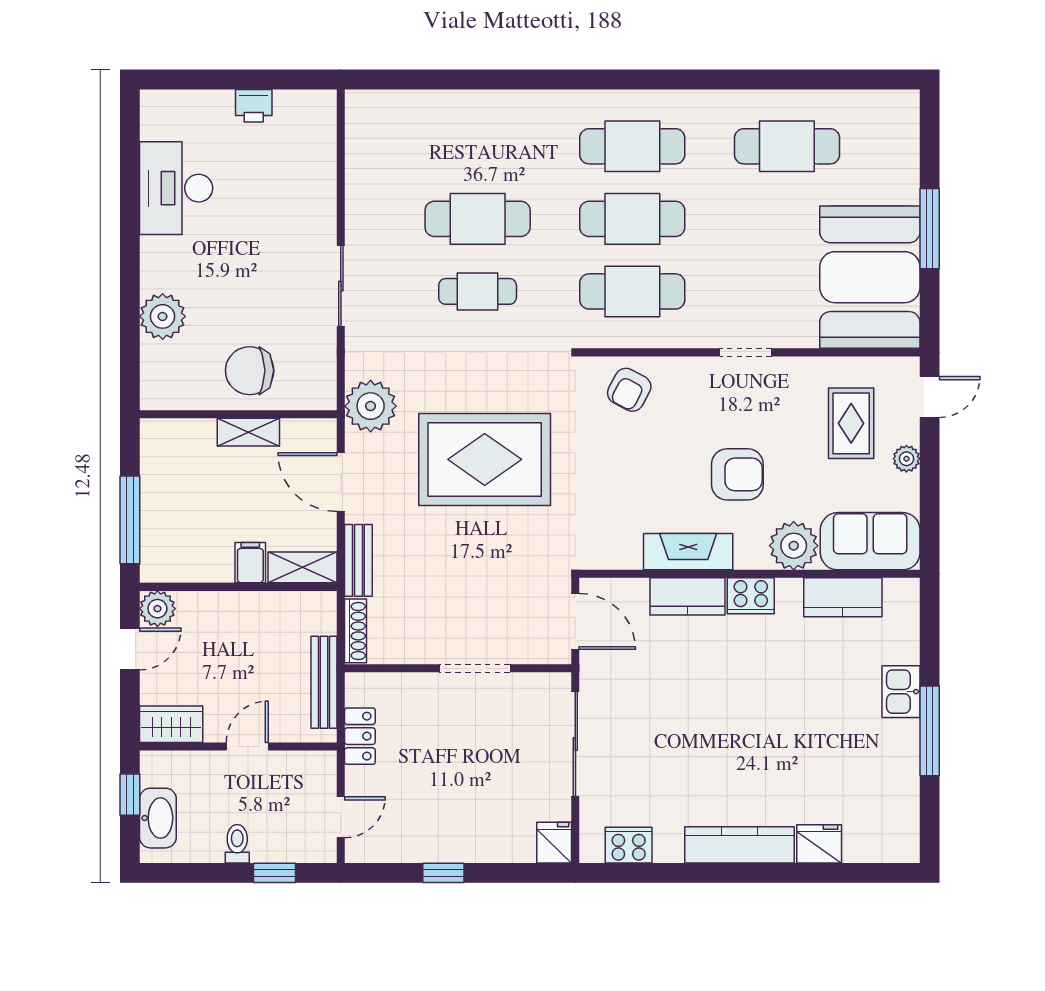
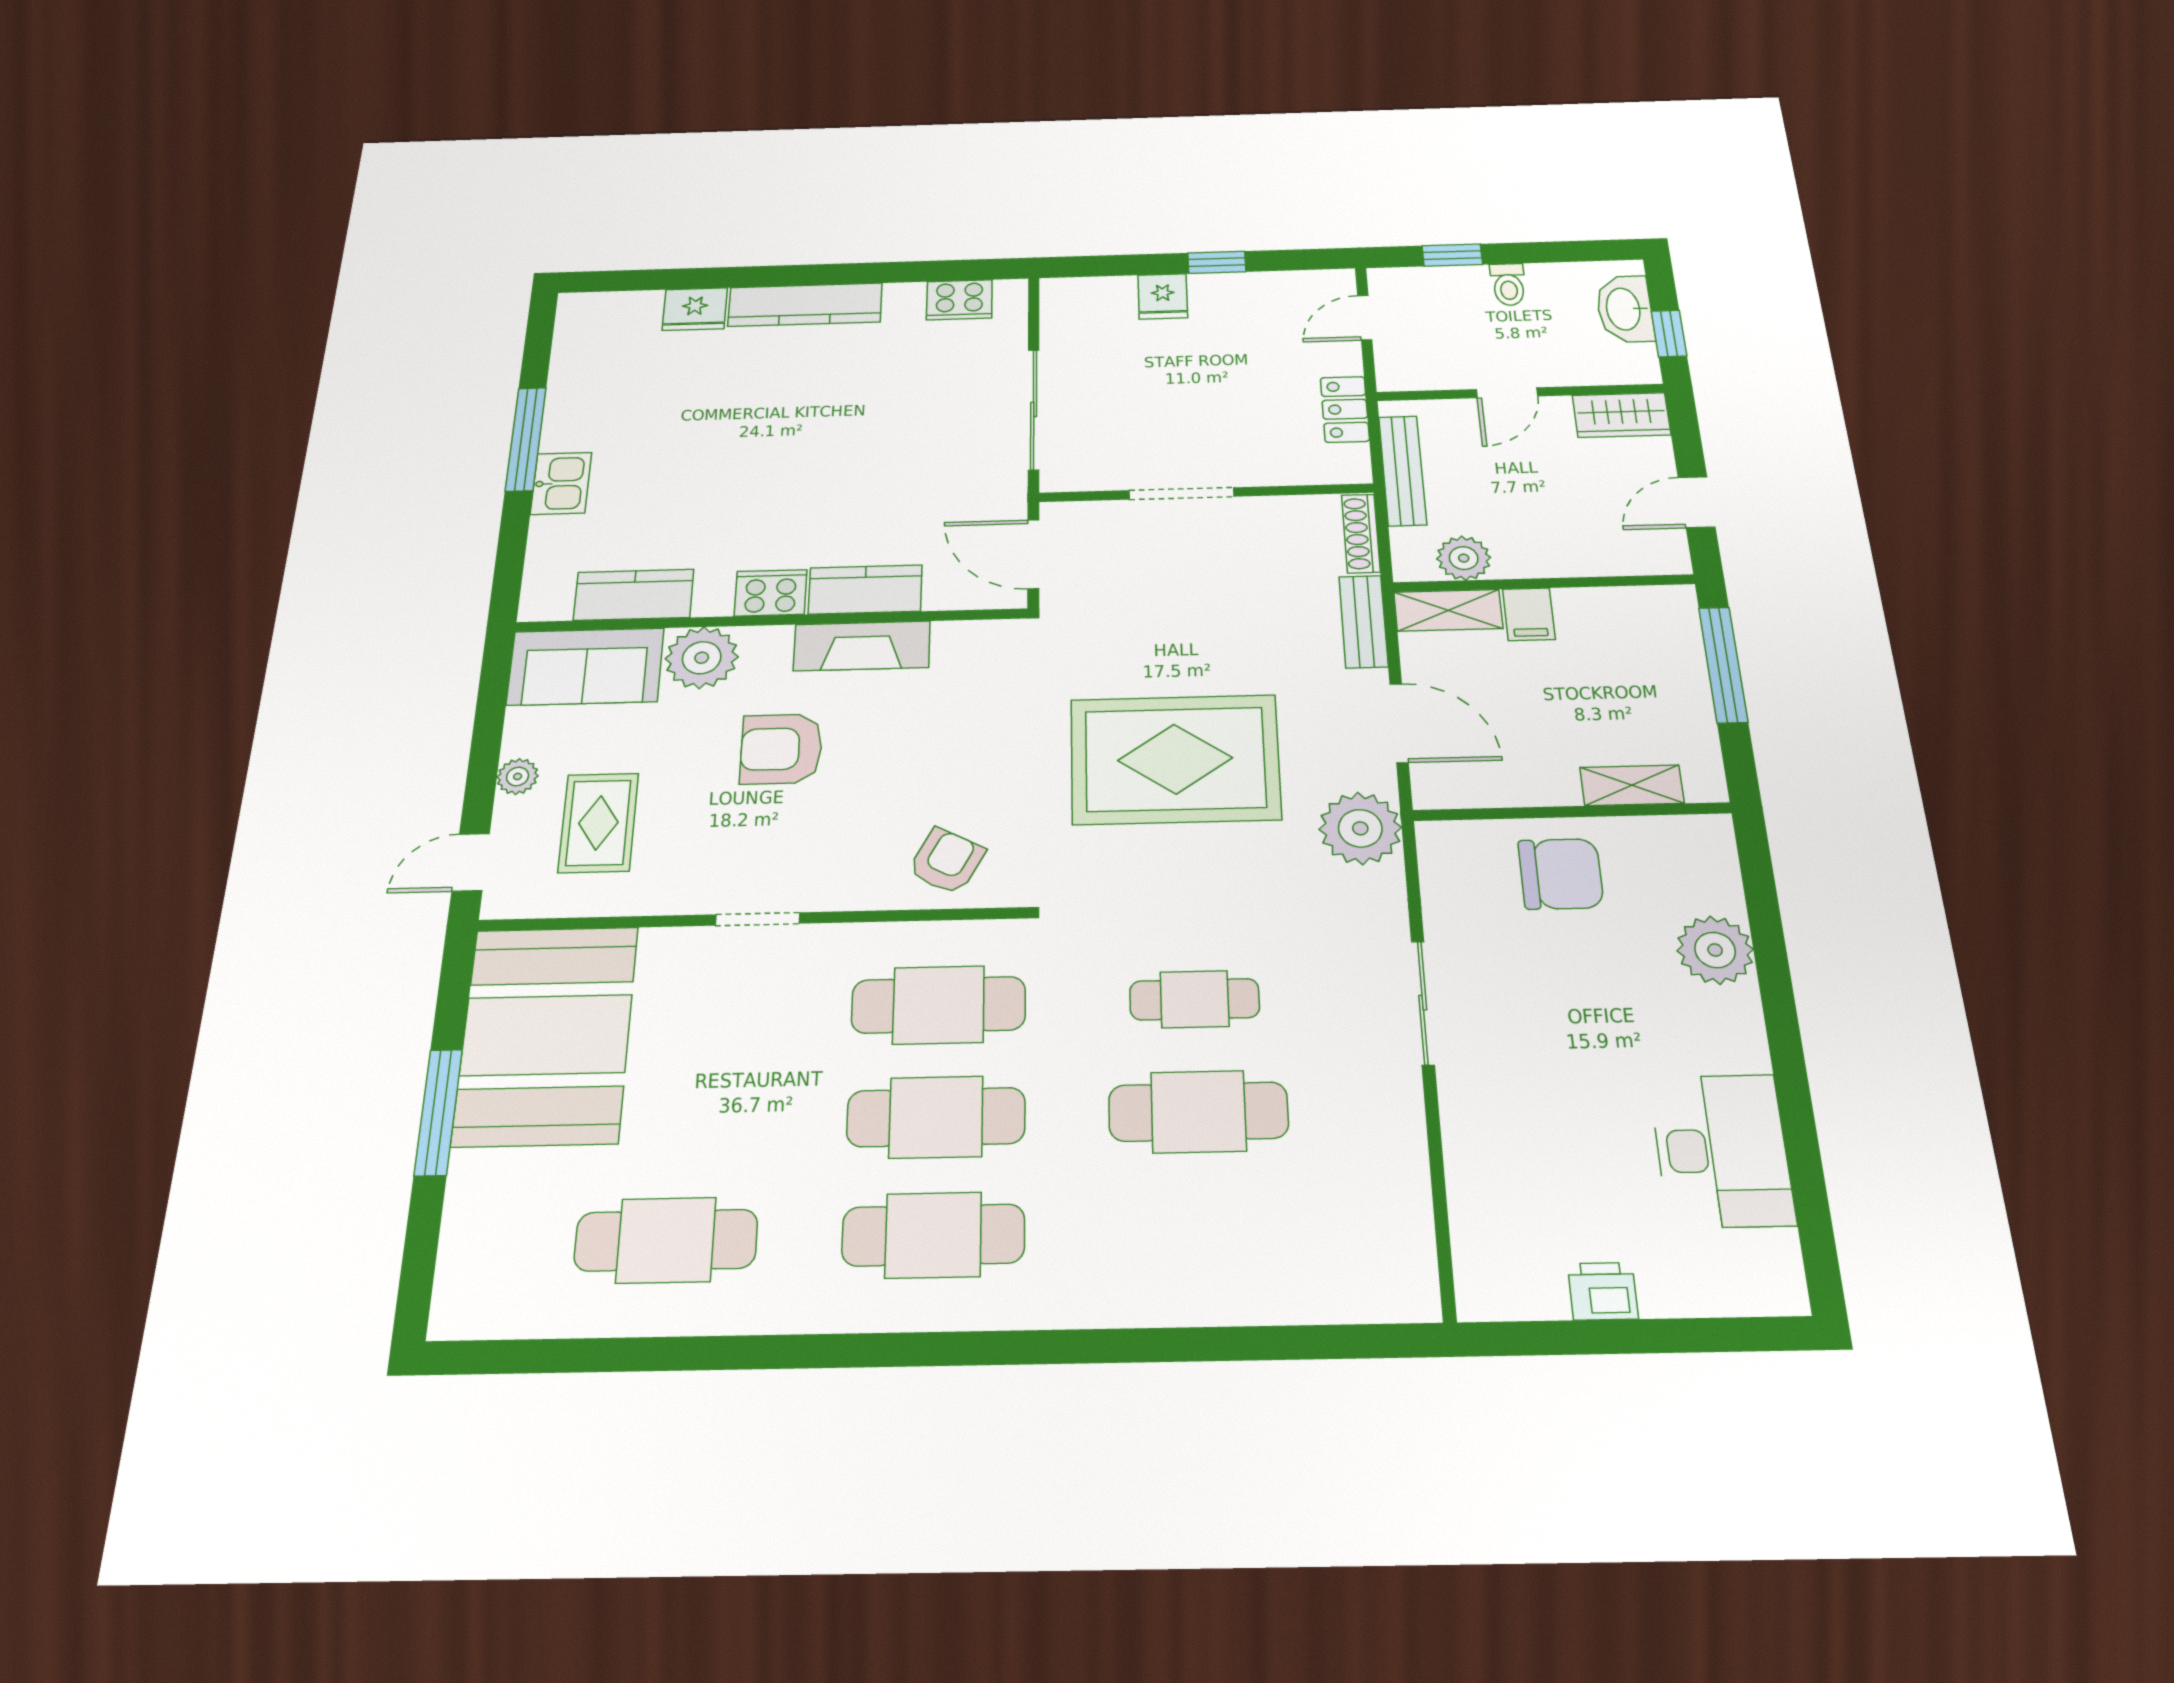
shelving: (248, 432) -> (1632, 785), moved
plant: (157, 609) -> (1464, 558), moved
fridge: (554, 843) -> (1163, 296), moved

